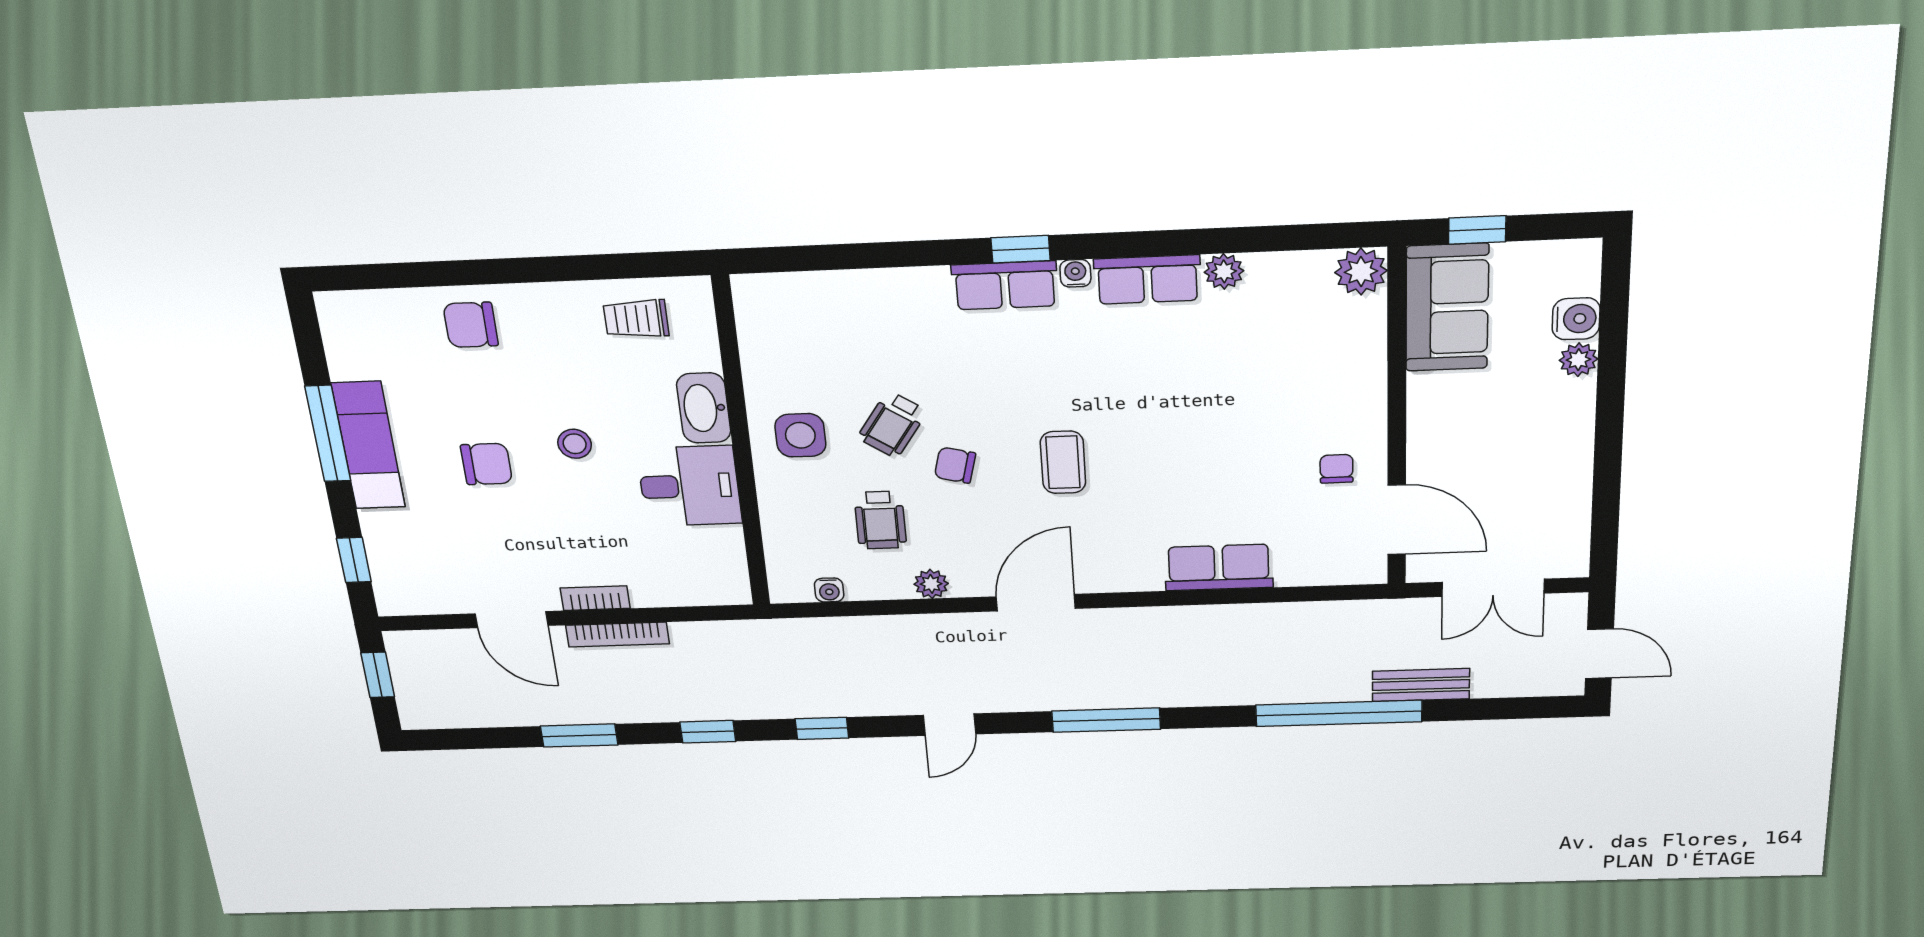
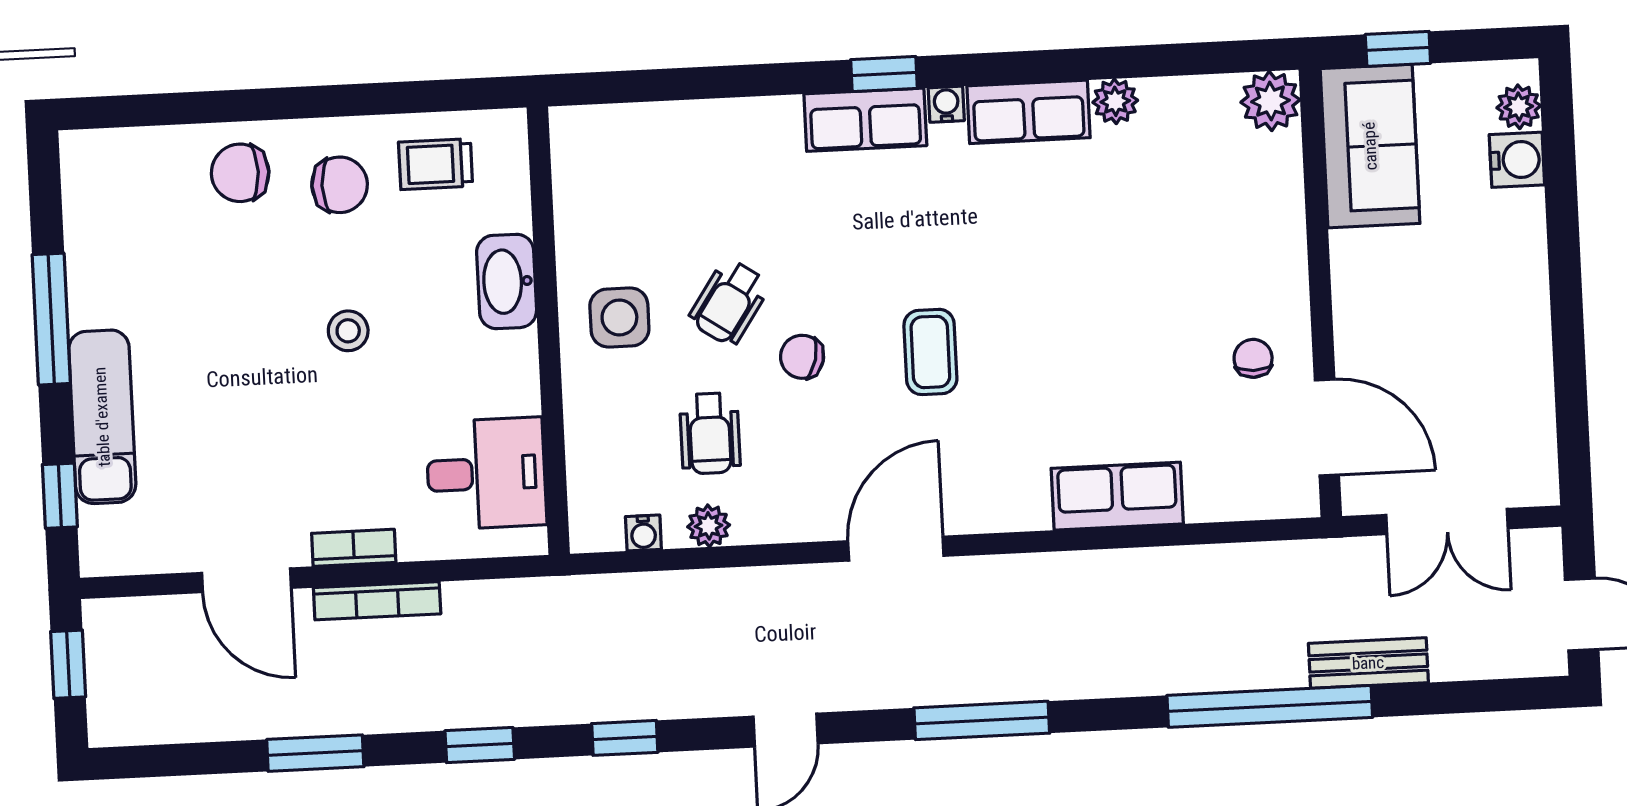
plant: (1578, 360) -> (1519, 107), moved
exam couch: (368, 445) -> (102, 417), moved
chair: (486, 464) -> (340, 185), moved
desk: (689, 486) -> (486, 474), moved
plant: (931, 584) -> (709, 526), moved

